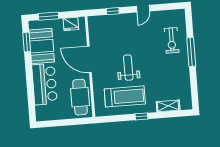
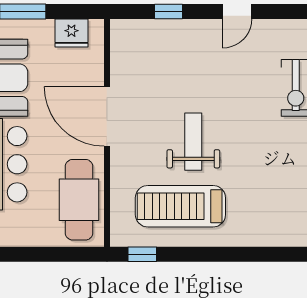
treadmill: (125, 96) -> (180, 206), turned 180
shelving: (168, 106) -> (276, 235), removed
window: (142, 116) -> (142, 254), moved

